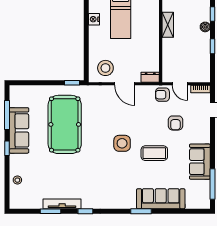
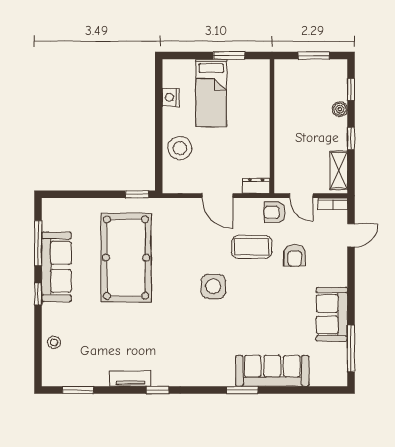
shelving: (168, 25) -> (339, 170), moved
stool: (105, 68) -> (180, 148), moved
coffee table: (154, 153) -> (252, 247), moved
tv unit: (62, 204) -> (130, 379), width x0.71
window: (50, 211) -> (78, 390), moved

